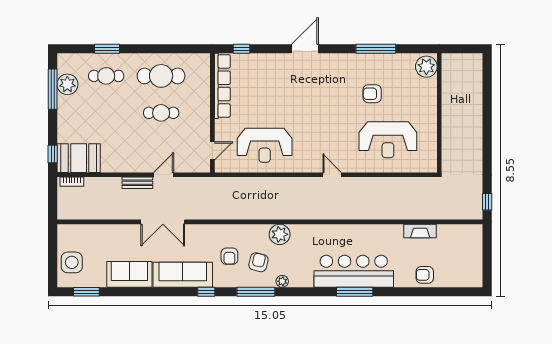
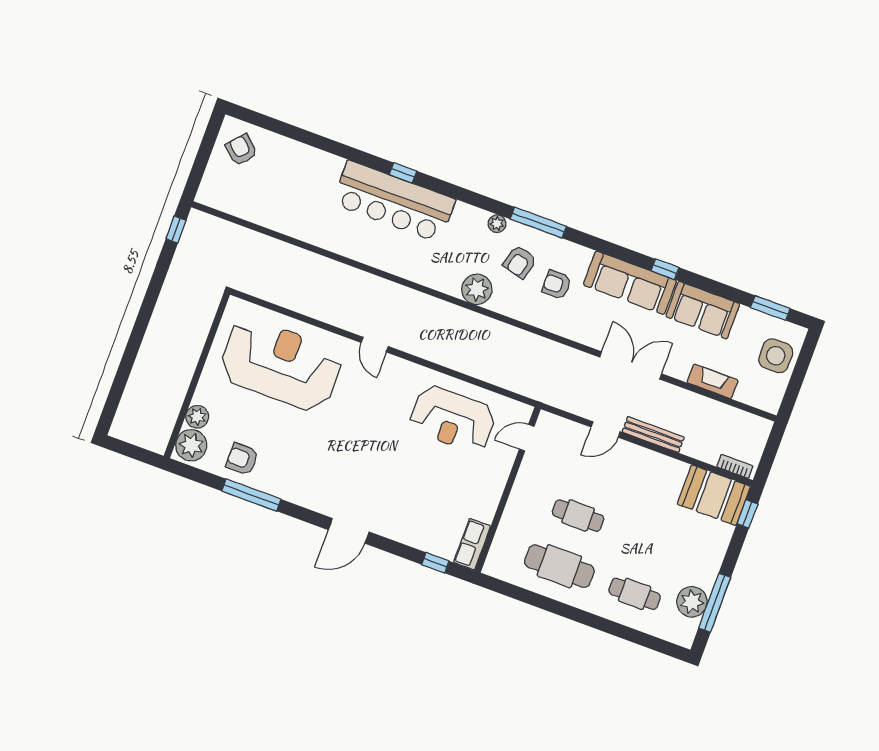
window: (107, 49) -> (620, 631), removed
row of seats: (222, 86) -> (472, 544), width x0.50
plant: (429, 86) -> (197, 417), added
armchair: (372, 94) -> (242, 459), moved, turned 180
reception desk: (388, 140) -> (281, 364), width x1.36, depth x1.30
reception desk: (265, 145) -> (452, 419), turned 180
bench: (137, 183) -> (653, 435), width x1.36
fireplace: (420, 231) -> (713, 381), moved
armchair: (229, 256) -> (556, 285), turned -90
armchair: (425, 275) -> (241, 150), moved, turned -138
window: (206, 292) -> (665, 269), moved
window: (355, 292) -> (403, 173), width x0.46

